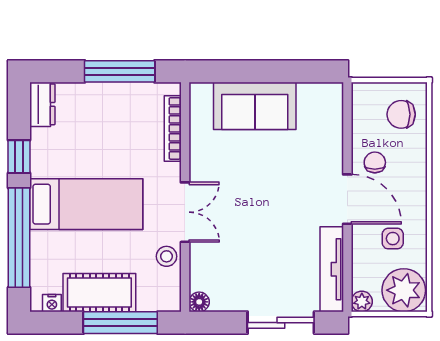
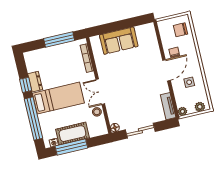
dresser: (42, 104) -> (35, 82), moved
door: (347, 199) -> (166, 70), hinge flipped
double door: (185, 212) -> (100, 92), swing flipped
tv unit: (332, 269) -> (168, 106), width x0.71
plant: (404, 290) -> (200, 107), width x0.53, depth x0.53
window: (120, 323) -> (71, 147), moved
sliding door: (281, 323) -> (140, 131), moved

